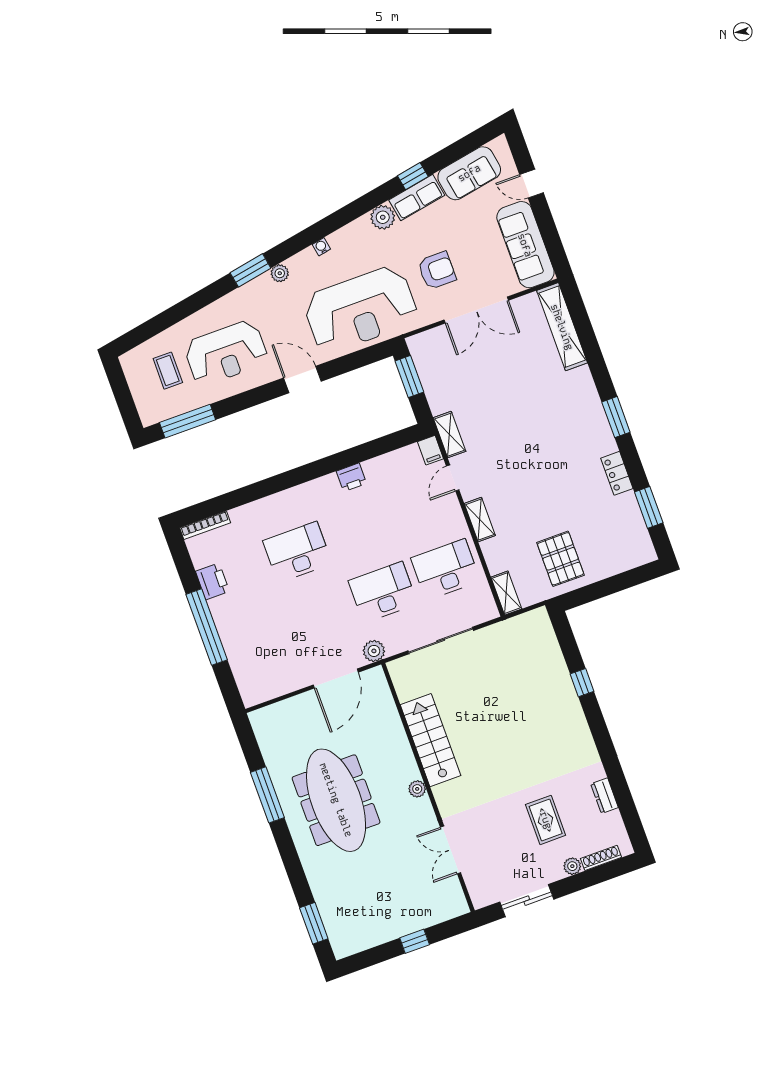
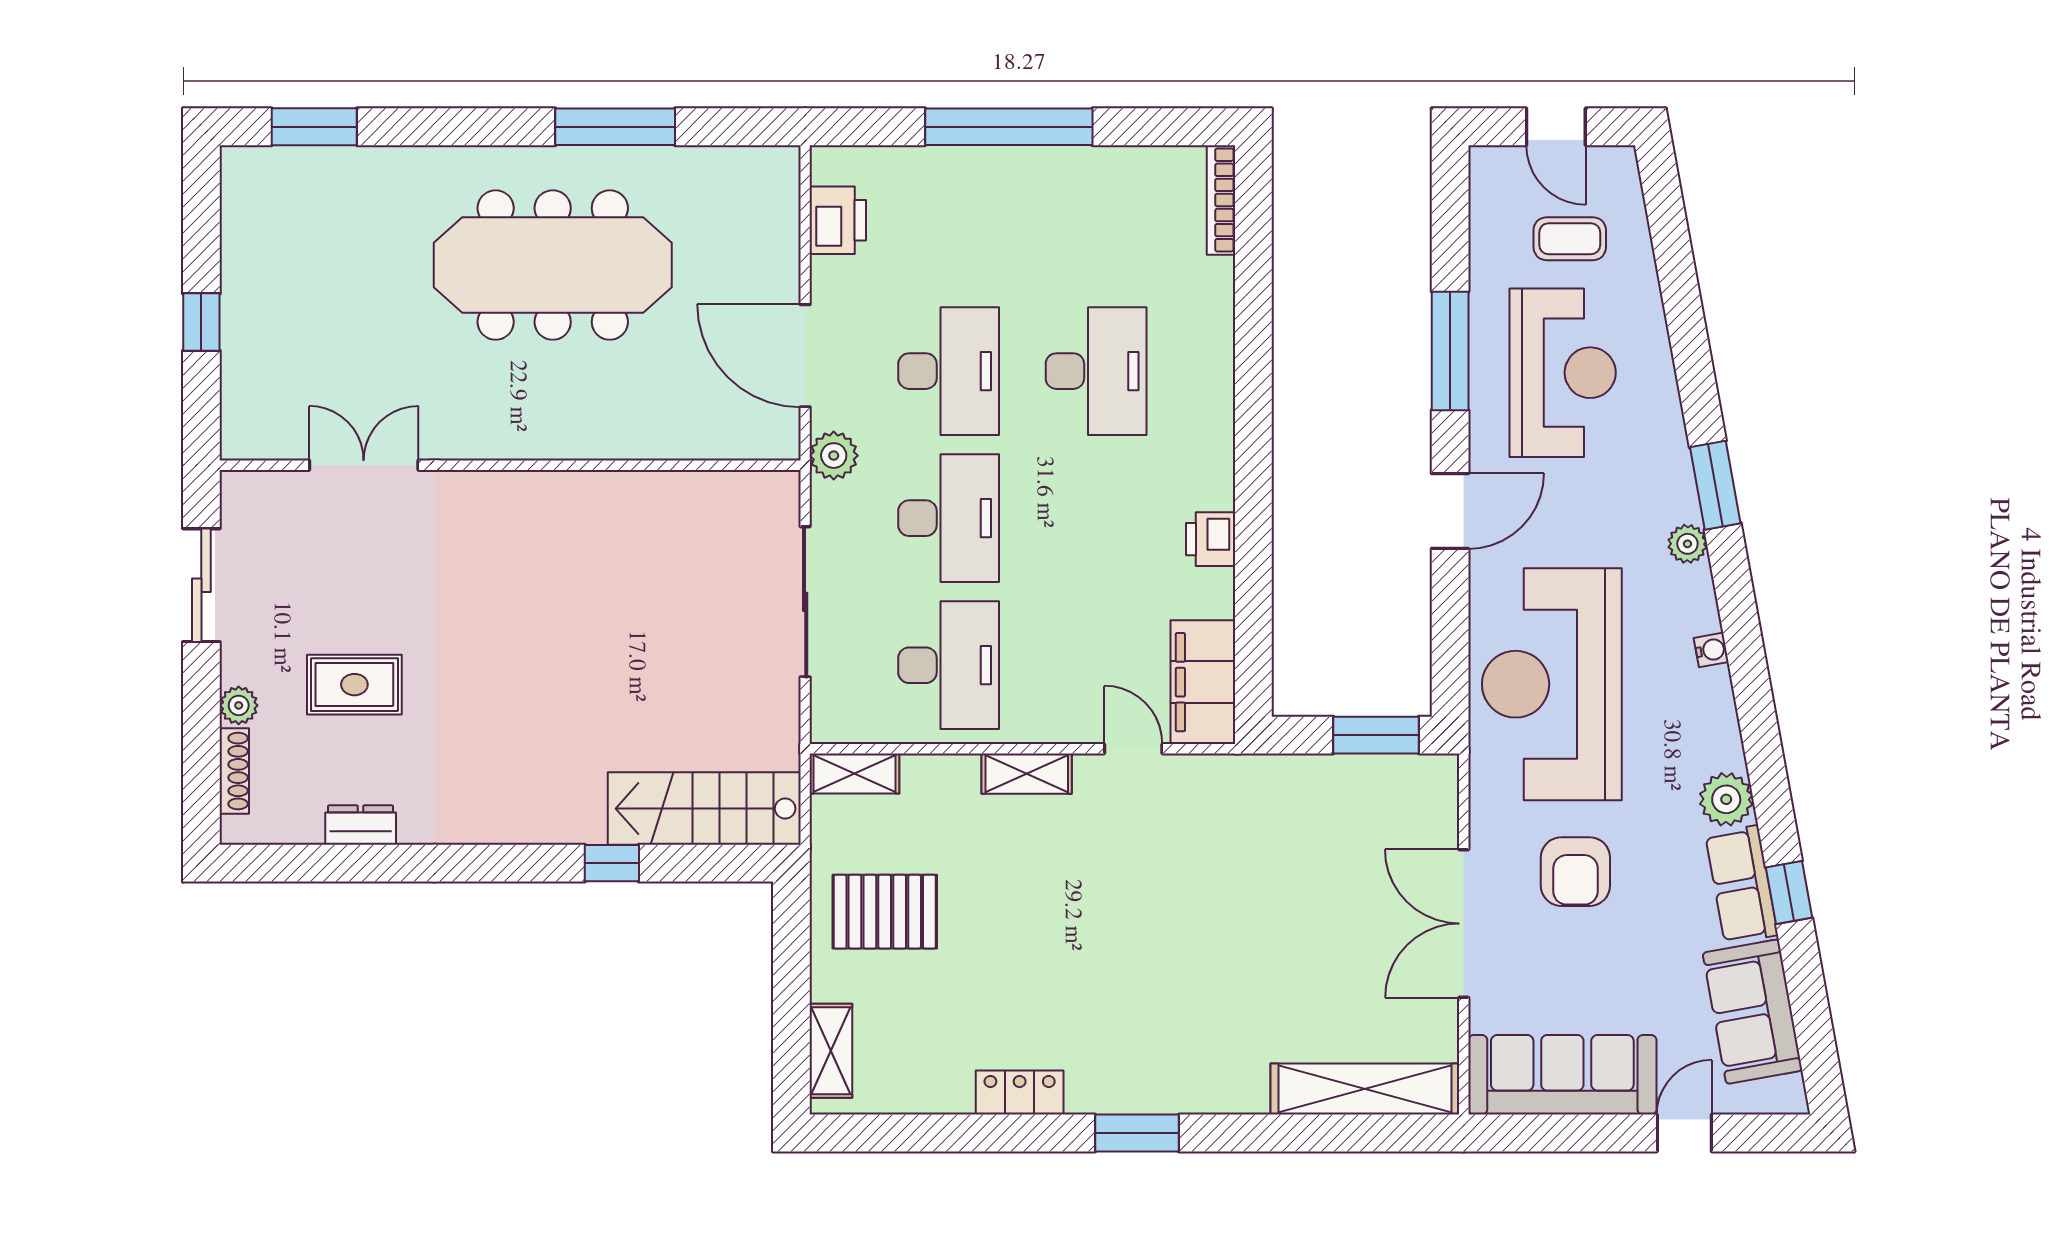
reception desk: (226, 353) -> (1563, 373), turned 180
door: (122, 394) -> (1556, 127), added
window: (188, 421) -> (1450, 351), moved
shelving: (449, 435) -> (831, 1051), moved, turned 90
filing cabinet: (430, 450) -> (1203, 682), width x3.00, depth x1.17
window: (649, 507) -> (925, 1133), removed
printer: (212, 581) -> (838, 220), moved, turned -90
desk: (320, 615) -> (949, 371), added
stairs: (431, 740) -> (704, 809), moved, turned 180
plant: (417, 789) -> (515, 442), removed

